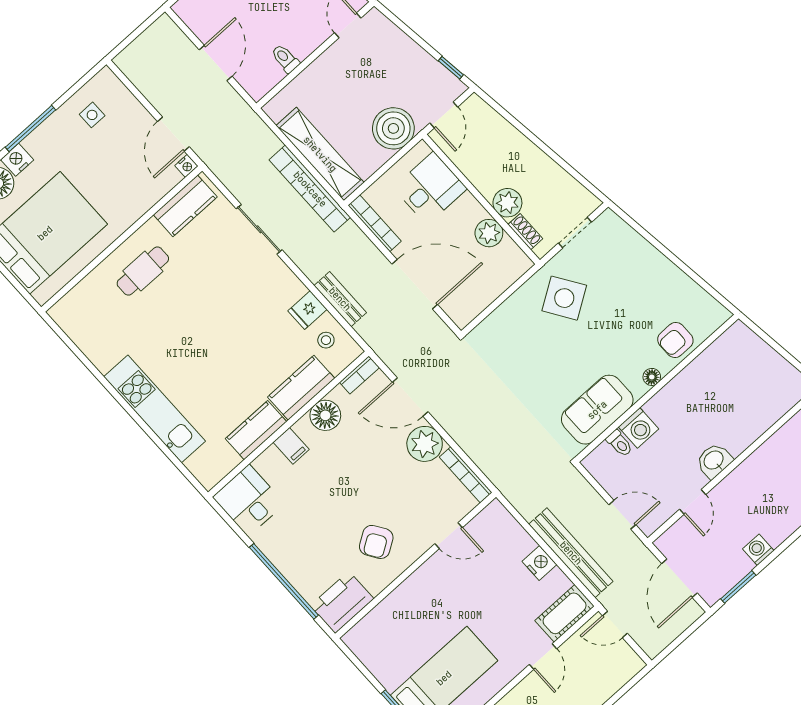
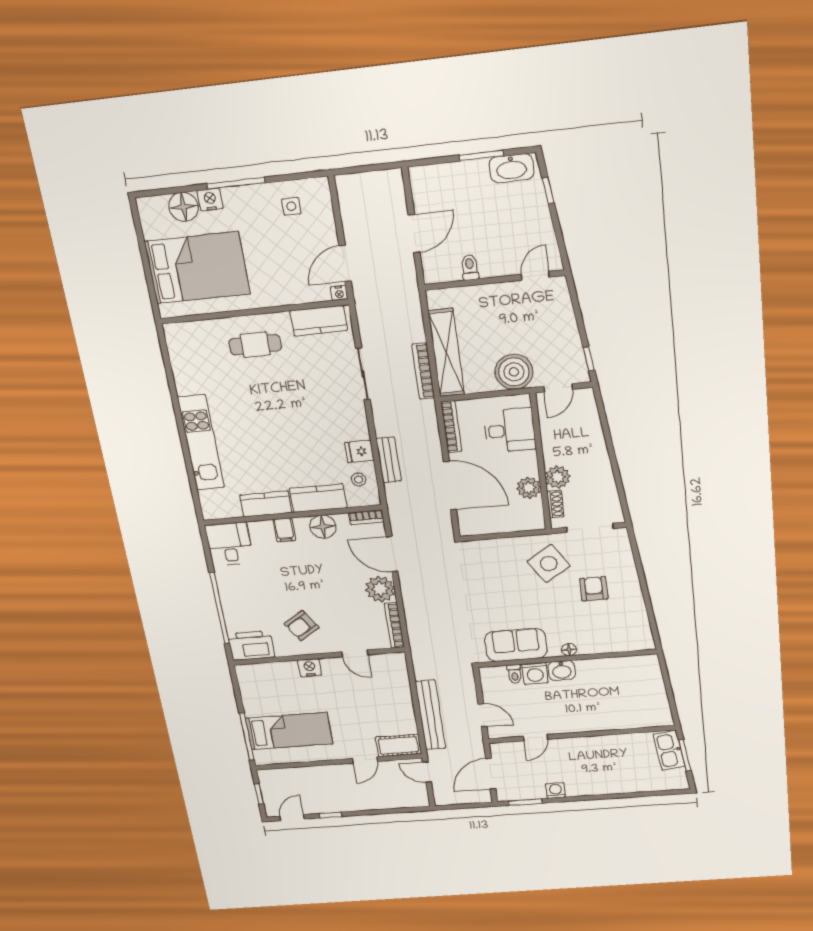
bookcase: (310, 189) -> (423, 371), width x0.68, depth x0.76
doorway: (575, 233) -> (590, 528), width x1.38
armchair: (675, 340) -> (594, 589), moved, turned 90
washbasin: (714, 461) -> (562, 671), moved, turned 180
nightstand: (539, 563) -> (310, 668), moved, turned -90

